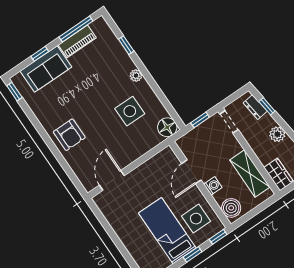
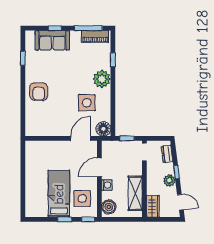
piano: (77, 41) -> (95, 36), moved
plant: (136, 76) -> (102, 79), width x1.88, depth x1.88
window: (14, 92) -> (23, 58), moved
window: (267, 106) -> (177, 172), moved
door: (112, 180) -> (81, 138), moved

